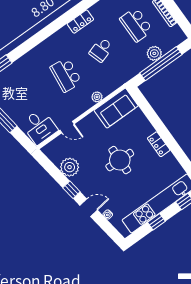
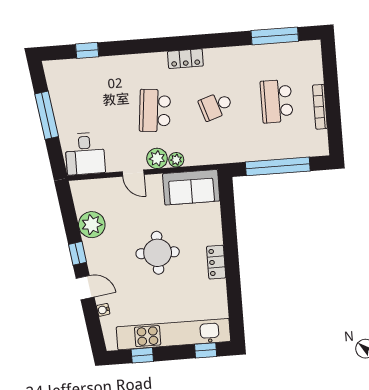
locker: (80, 22) -> (185, 59), moved
plant: (154, 53) -> (157, 158), moved
door: (67, 127) -> (133, 173), moved
window: (156, 222) -> (142, 355), moved

